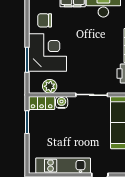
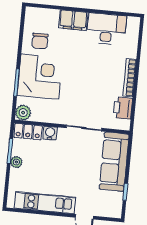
chair: (45, 20) -> (40, 41), turned -90
plant: (50, 86) -> (23, 113), moved
plant: (34, 131) -> (16, 162), added

